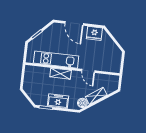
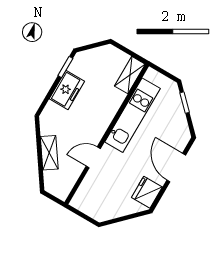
door: (74, 23) -> (176, 168), hinge flipped
shelving: (61, 74) -> (130, 75), moved
boiler: (82, 103) -> (48, 126), removed

